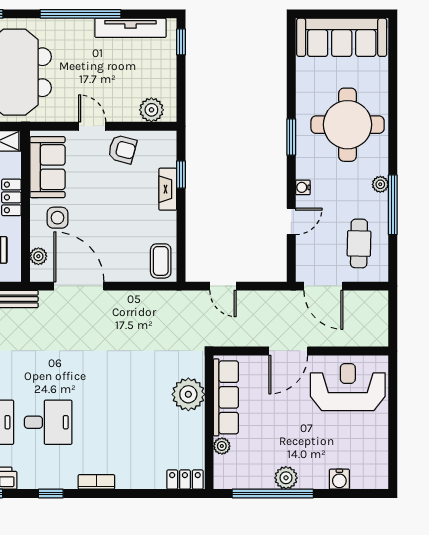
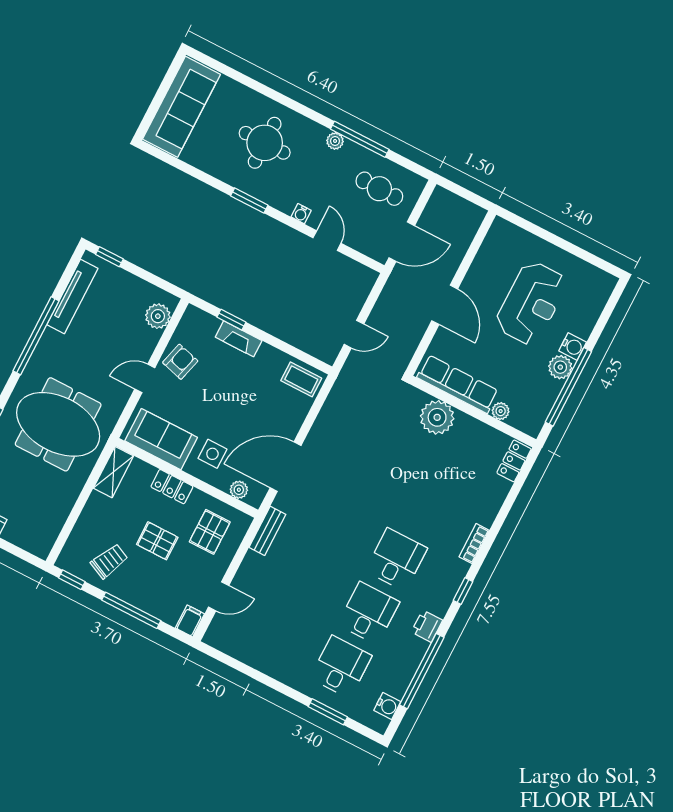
round table: (348, 125) -> (265, 143), width x0.73, depth x0.73
reception desk: (348, 387) -> (531, 303), moved, turned 180
water cooler: (339, 479) -> (573, 346), moved

